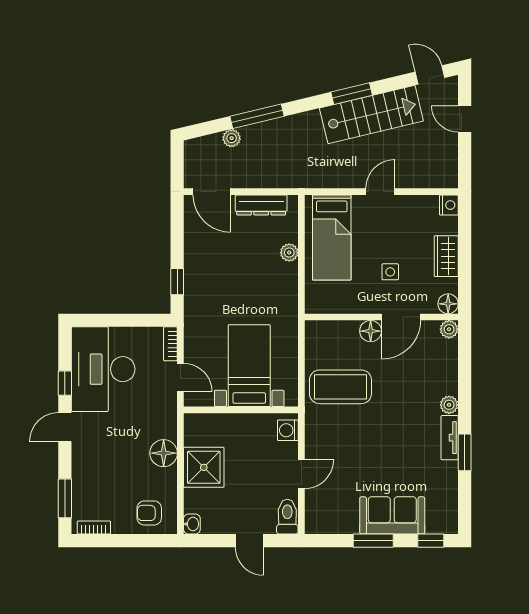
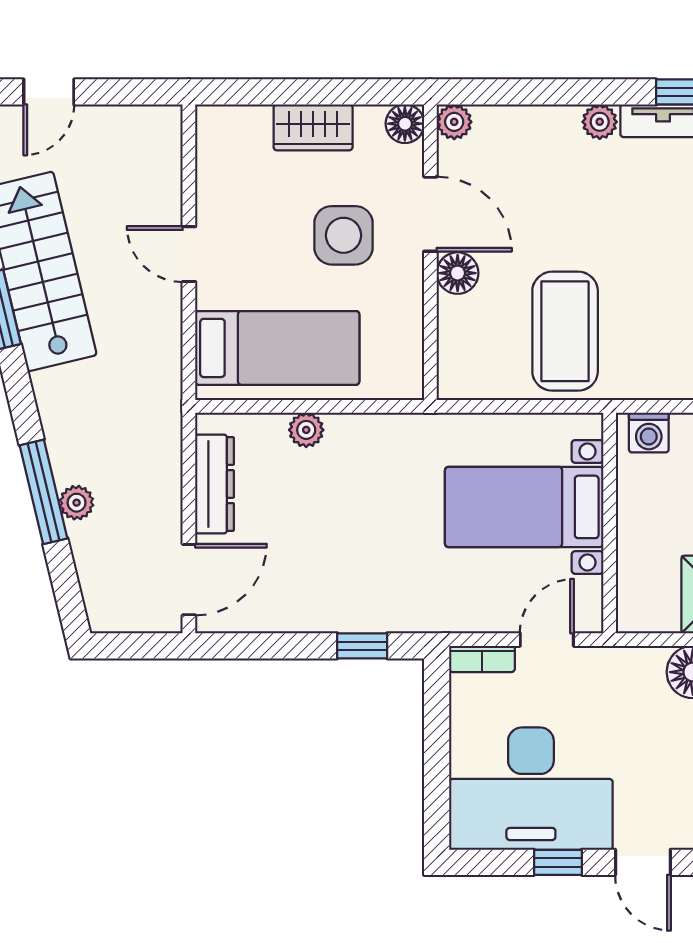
plant: (232, 138) -> (77, 503), moved
nightstand: (449, 205) -> (215, 122), removed
side table: (390, 272) -> (343, 235), width x1.87, depth x1.87

